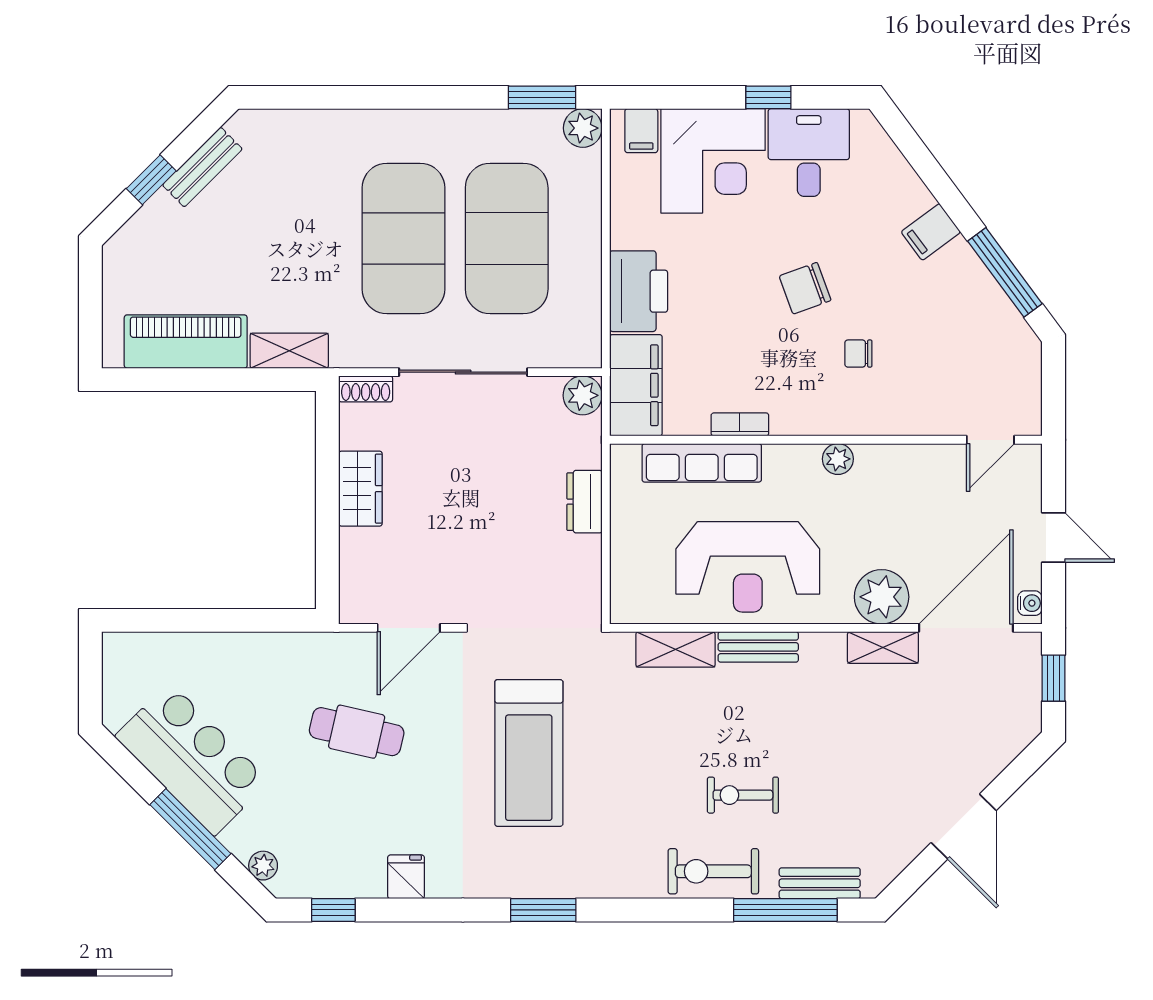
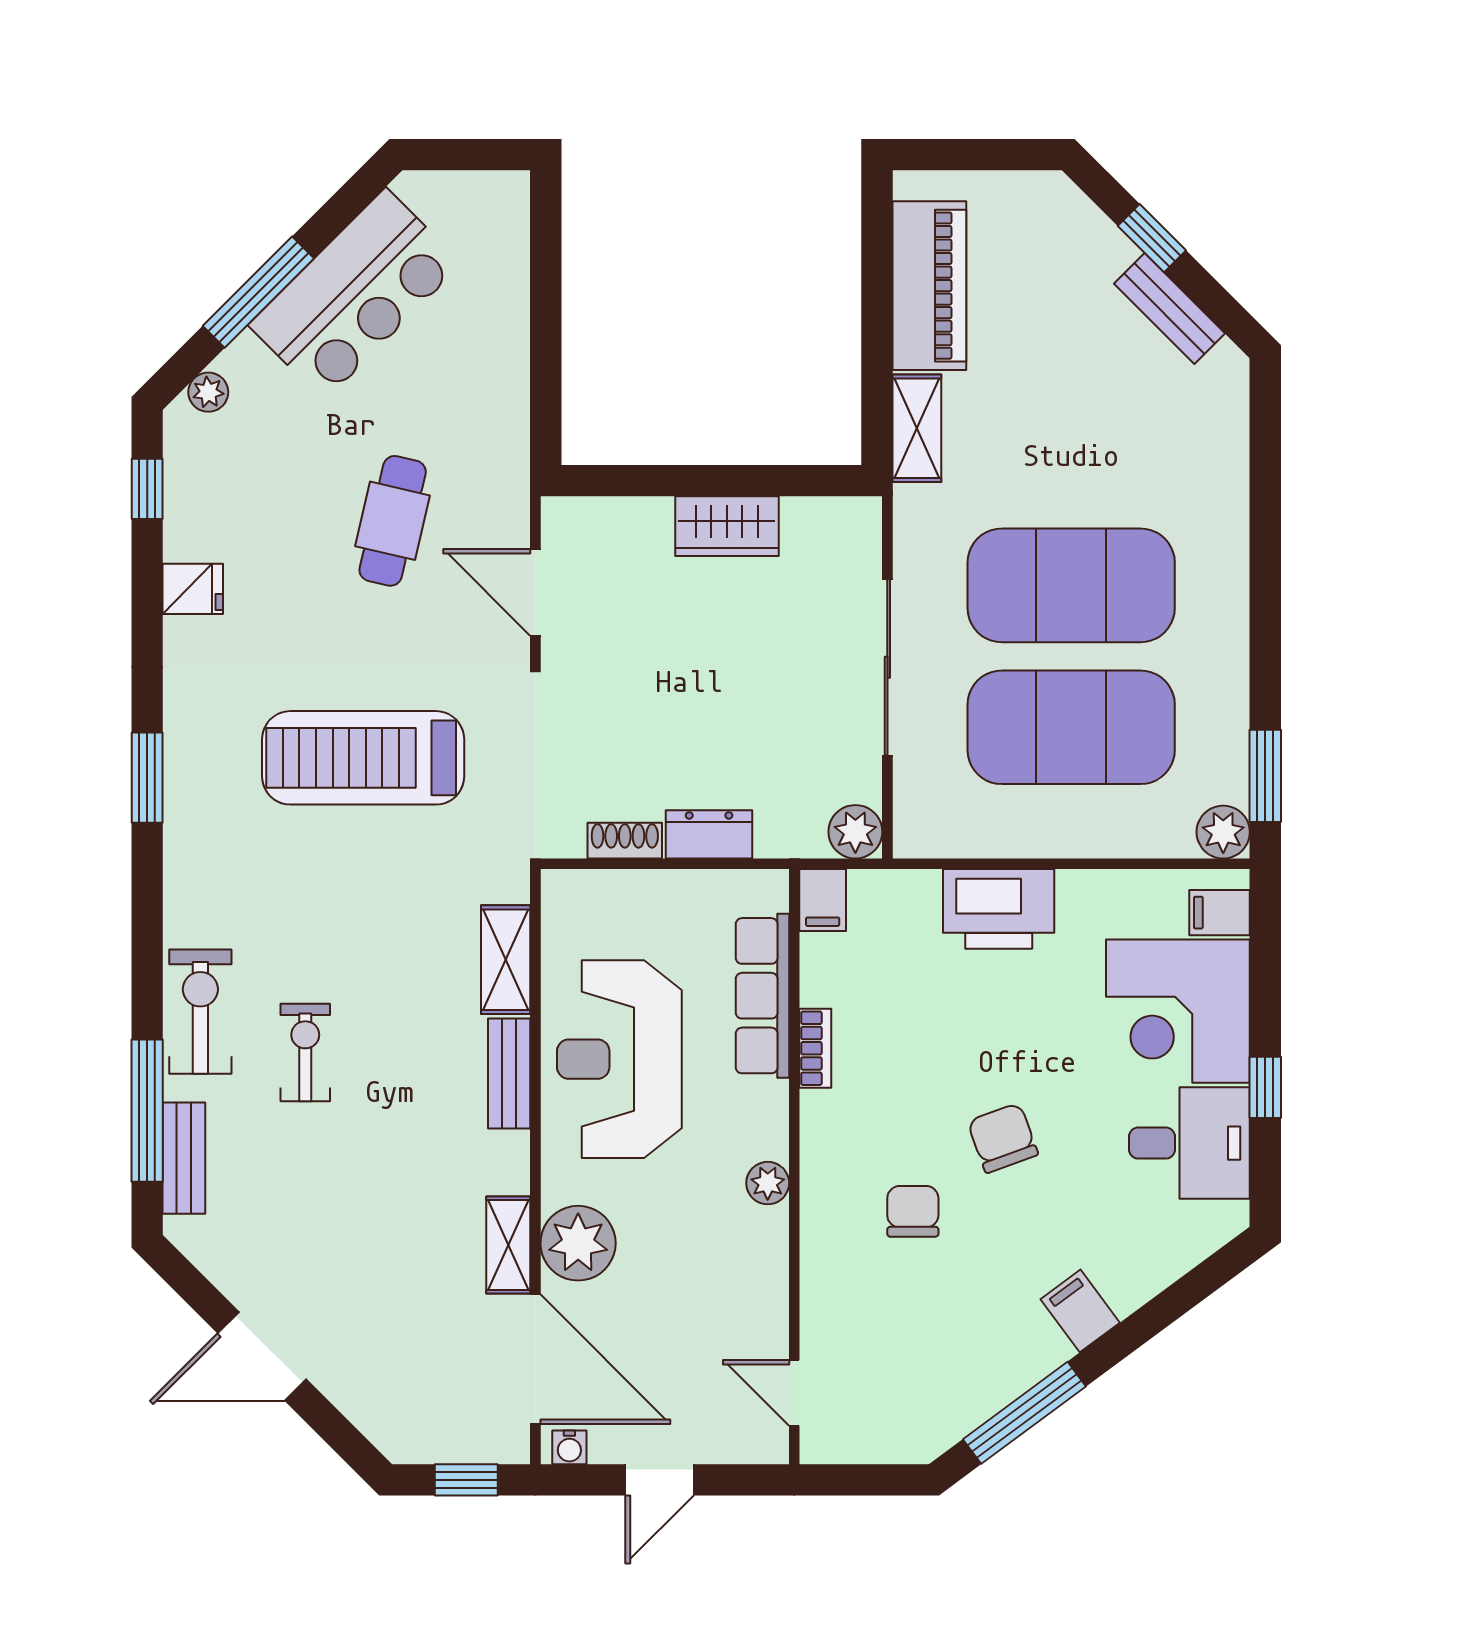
chair: (858, 354) -> (913, 1211), width x1.37, depth x1.37
filing cabinet: (636, 385) -> (823, 900), width x0.33, depth x0.86
shoe rack: (366, 389) -> (625, 841), moved, turned 90

